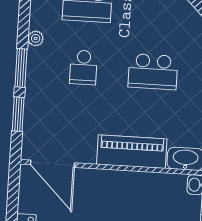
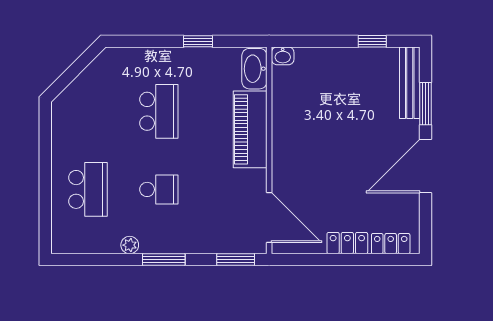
window: (18, 114) -> (236, 259), moved
door: (53, 164) -> (269, 217), hinge flipped

